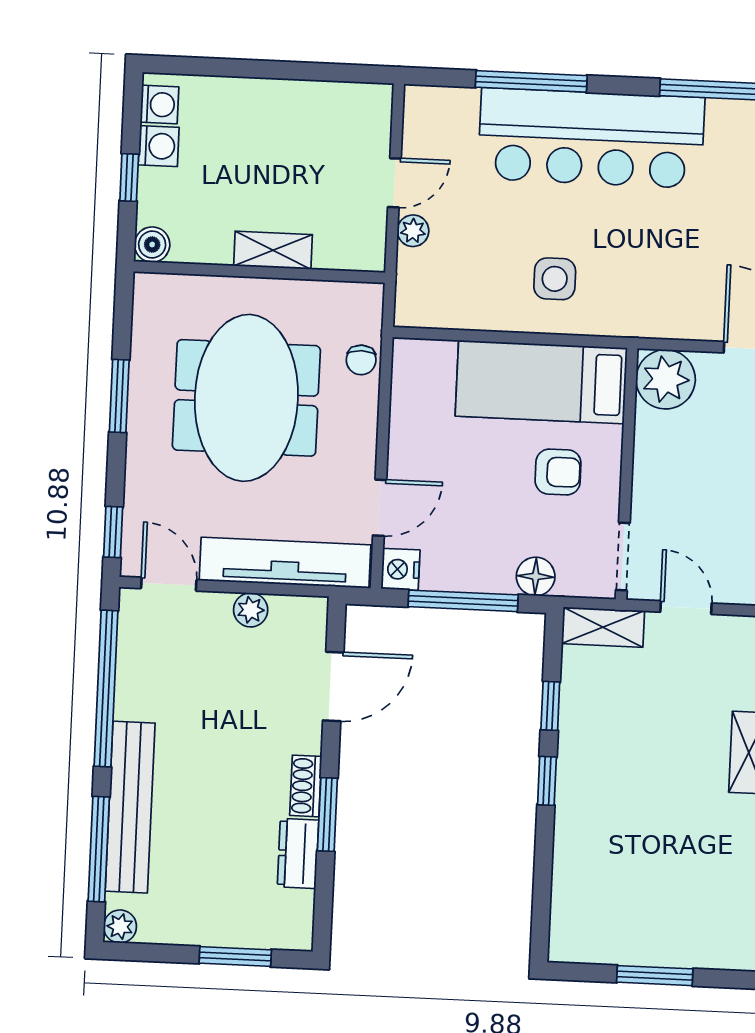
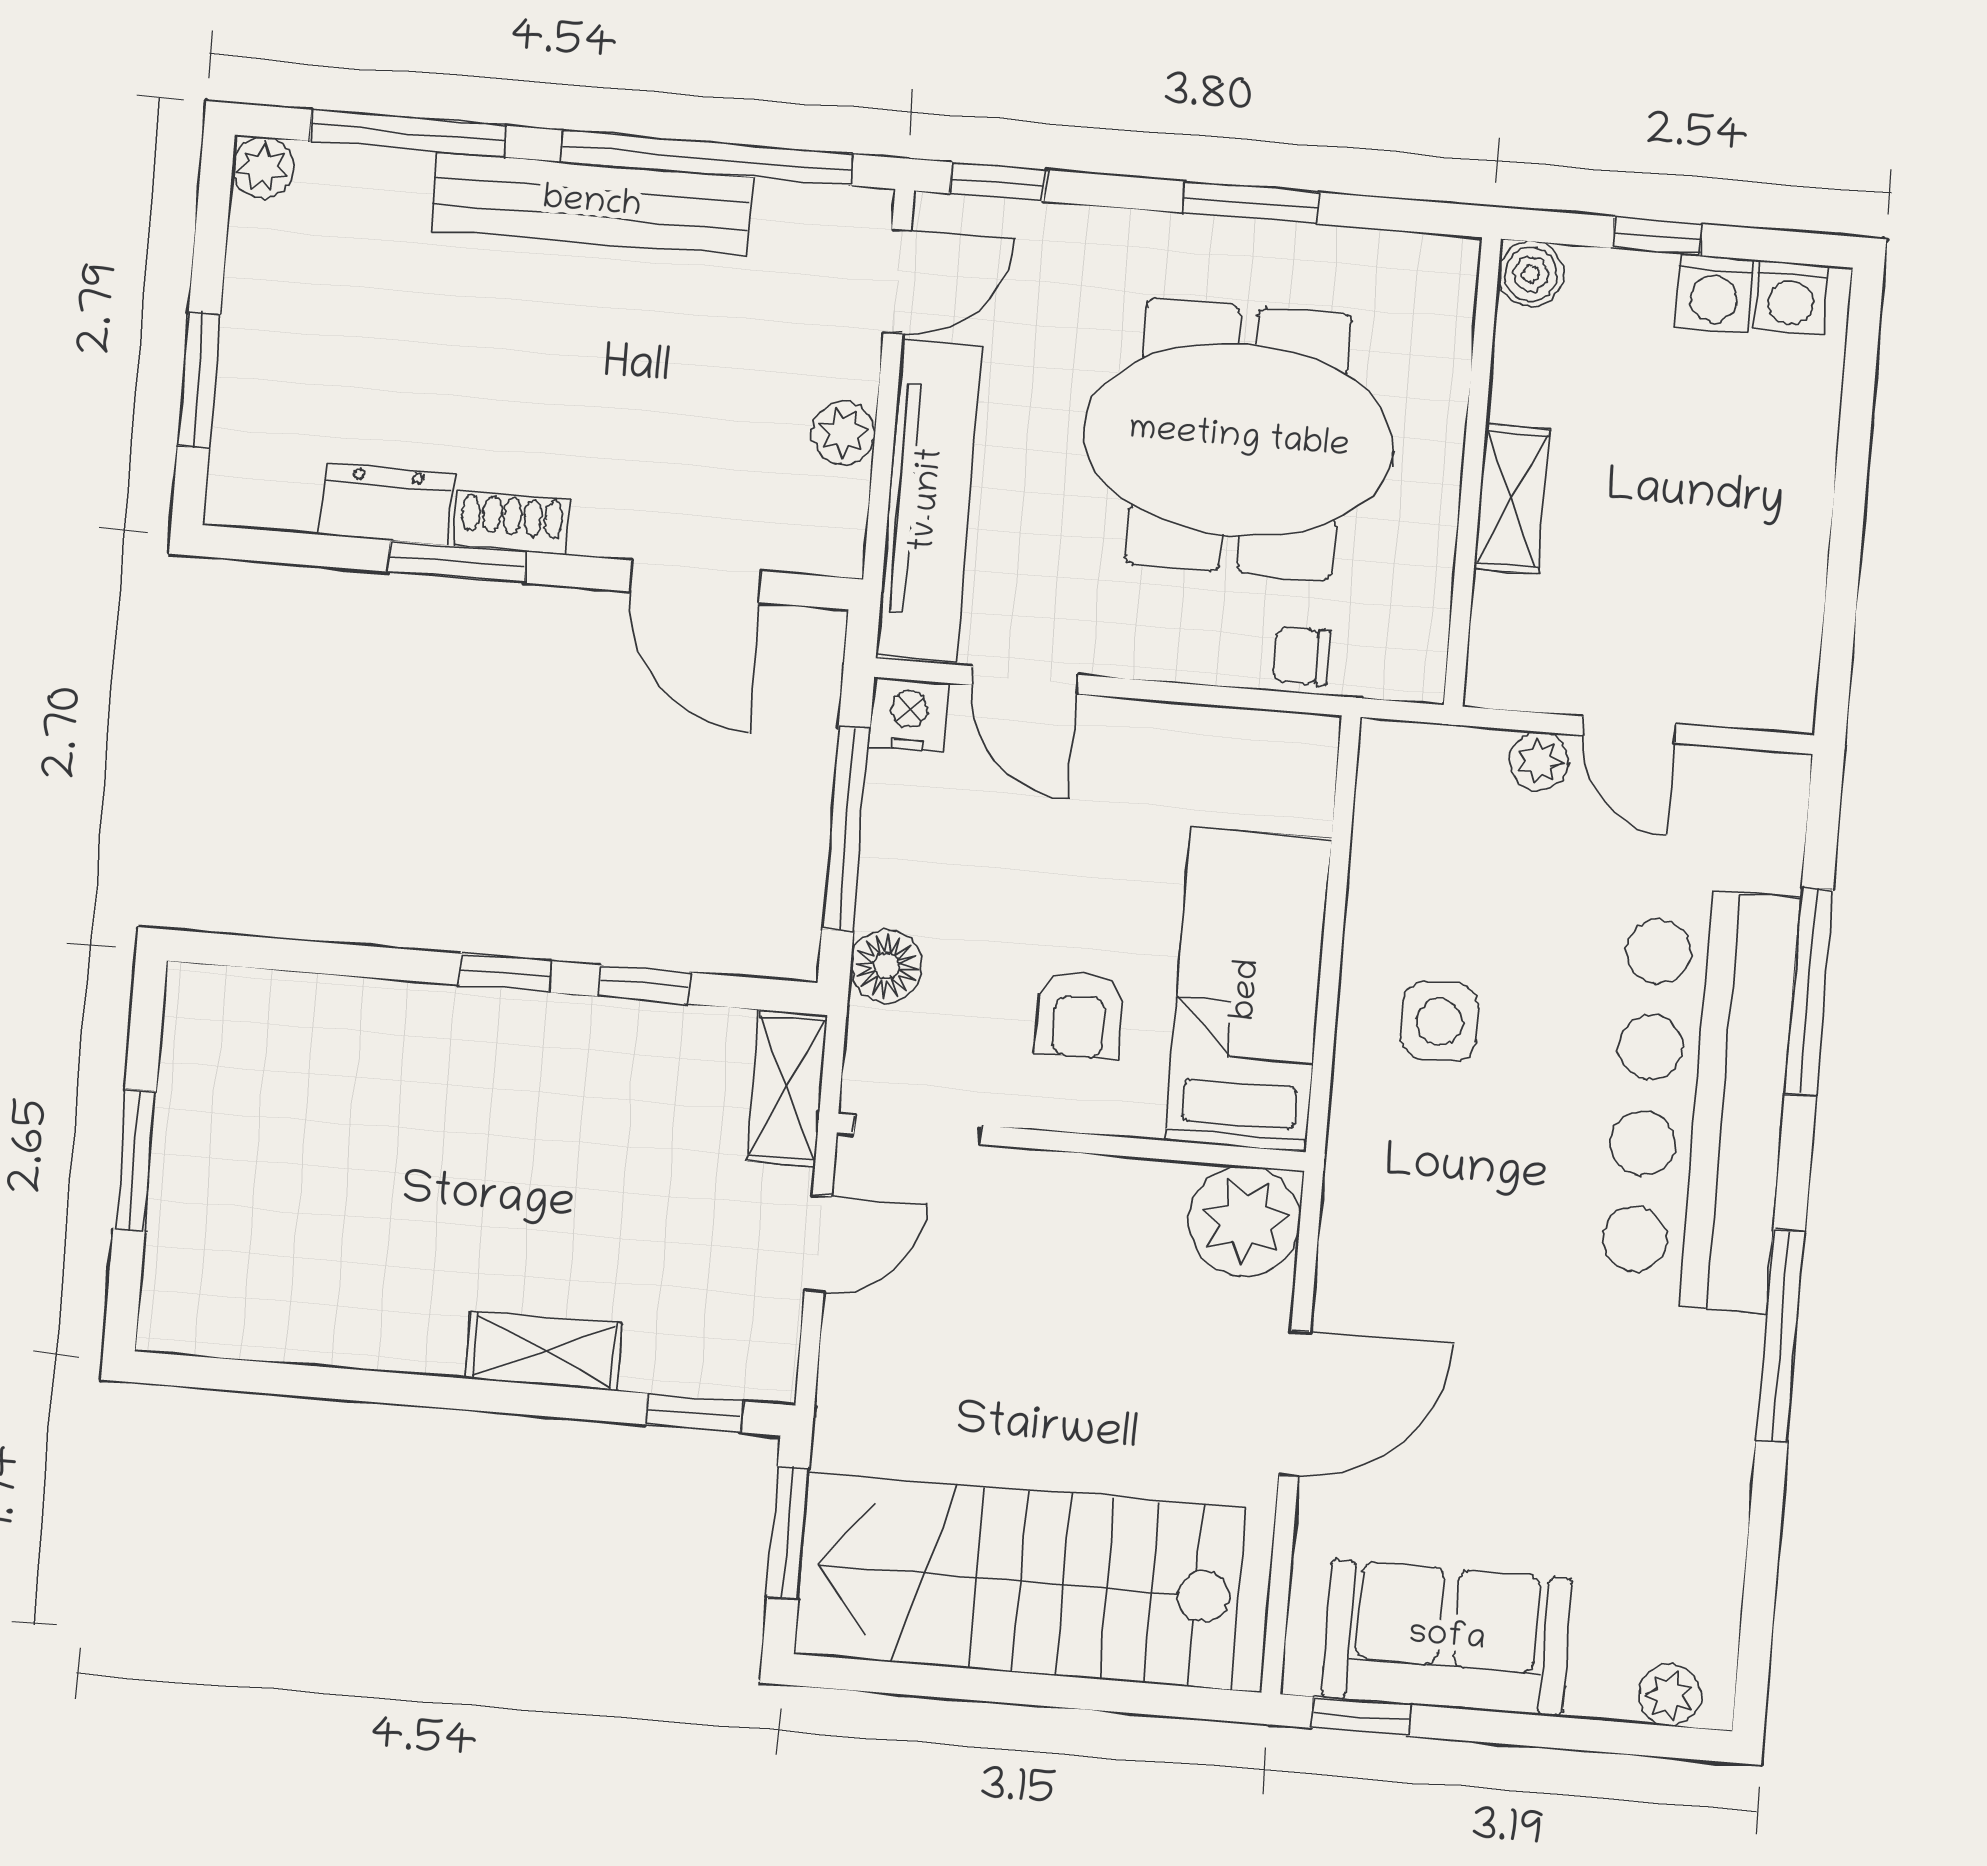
bench: (130, 807) -> (592, 204), moved

